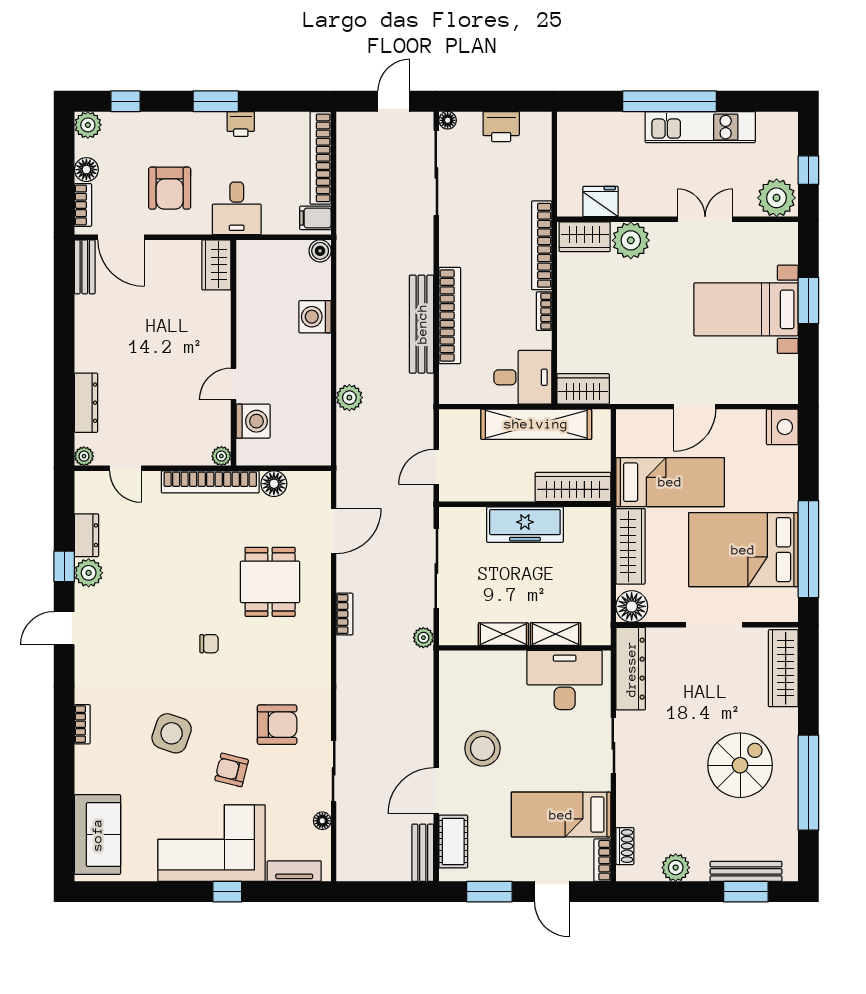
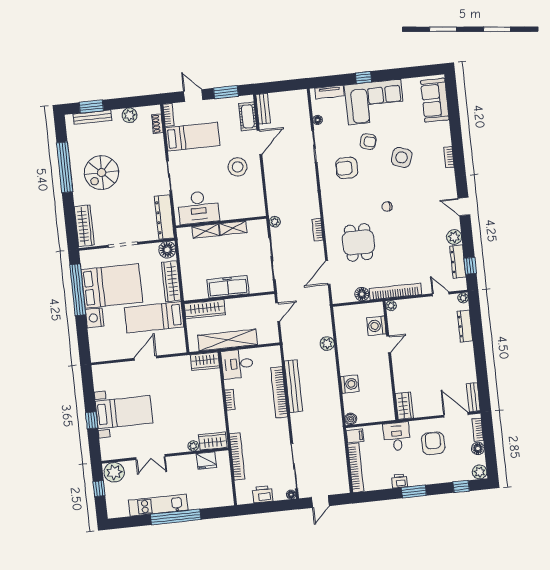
plant: (631, 240) -> (193, 446), width x0.53, depth x0.53
bookcase: (542, 245) -> (237, 456), moved
window: (808, 300) -> (92, 420), width x0.67
nightstand: (782, 427) -> (95, 318), moved
dresser: (86, 535) -> (458, 262), width x1.44
window: (64, 566) -> (470, 266), moved
door: (64, 628) -> (464, 207), swing flipped

